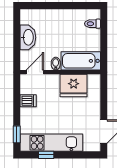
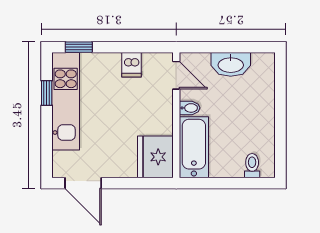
fridge: (74, 85) -> (155, 157), moved

